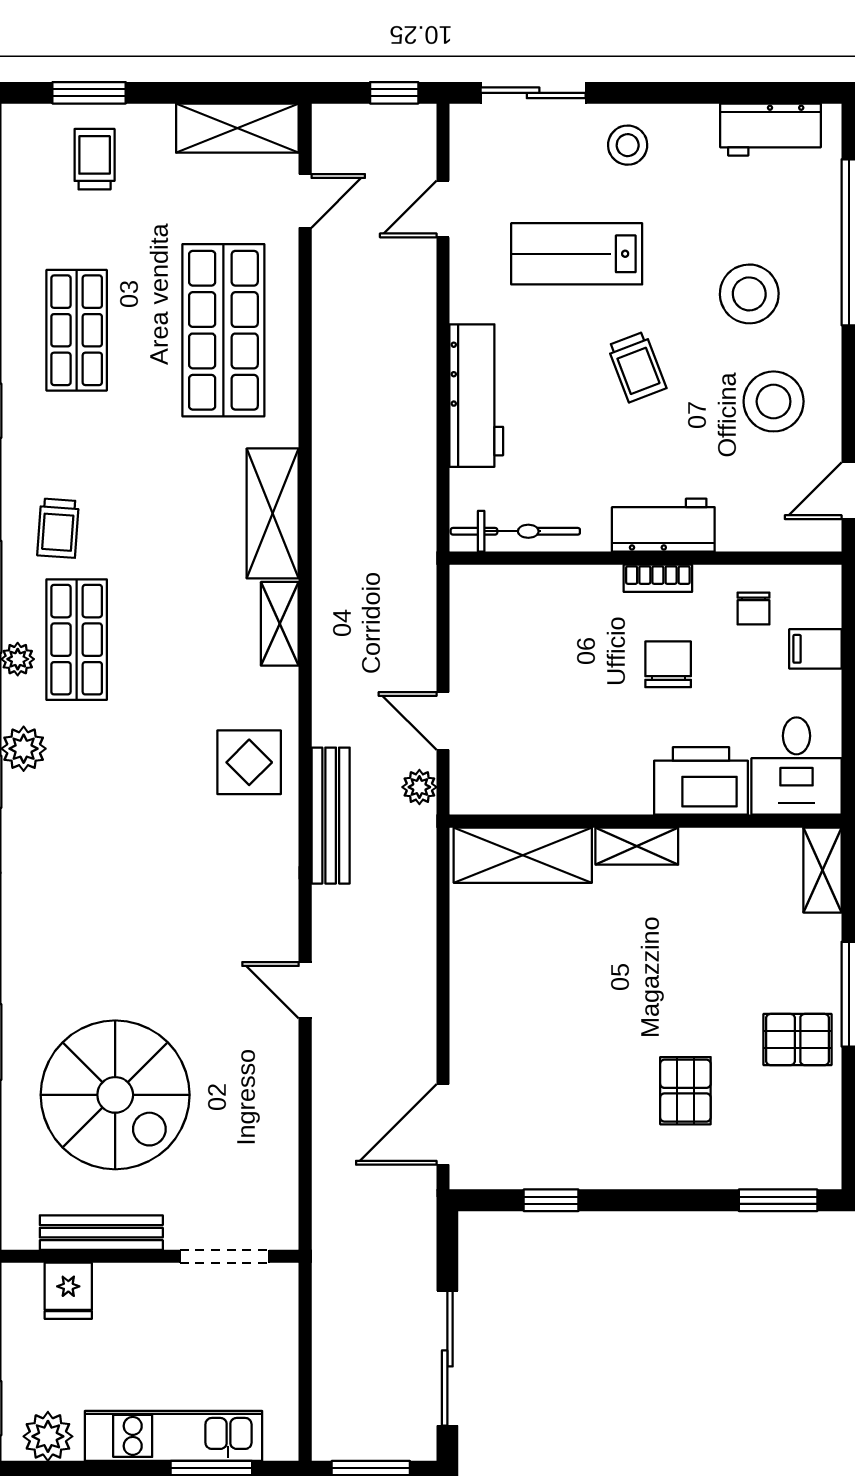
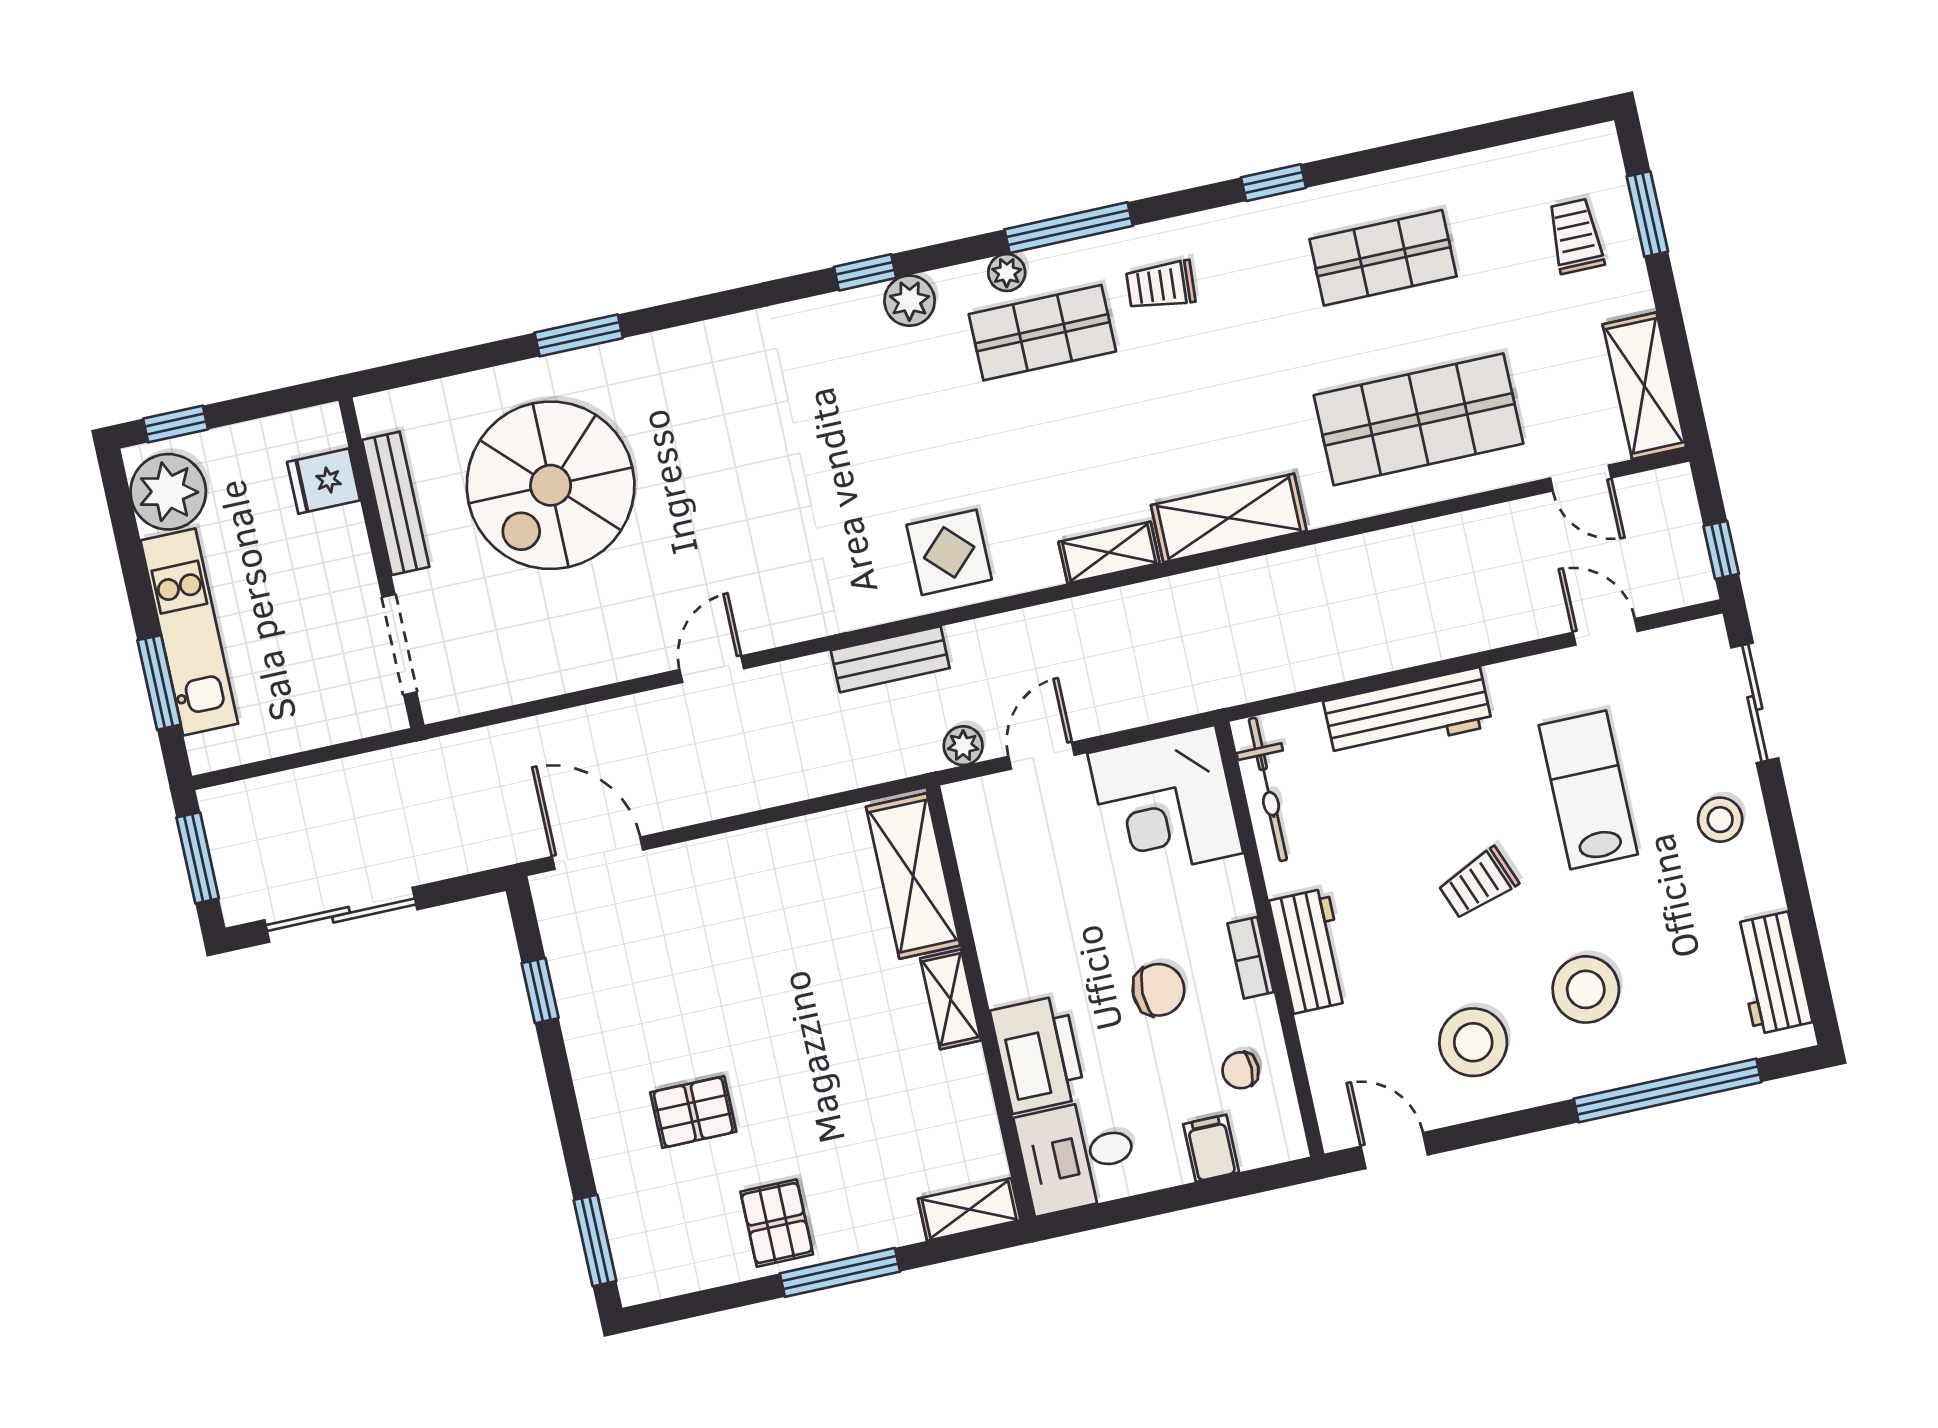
trolley: (95, 159) -> (1576, 236), turned -90
corner desk: (508, 623) -> (1165, 803), added
bench: (331, 816) -> (890, 659), width x0.73
plant: (48, 1436) -> (168, 492), width x1.36, depth x1.36

